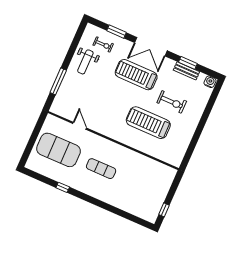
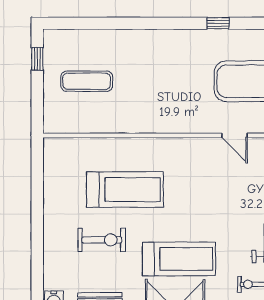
exercise bike: (172, 102) -> (102, 240), turned 180
exercise mat: (101, 169) -> (87, 81), moved

